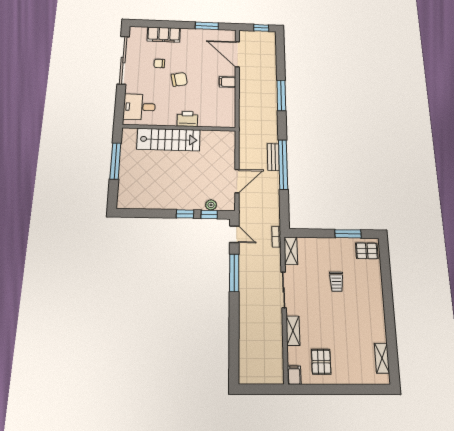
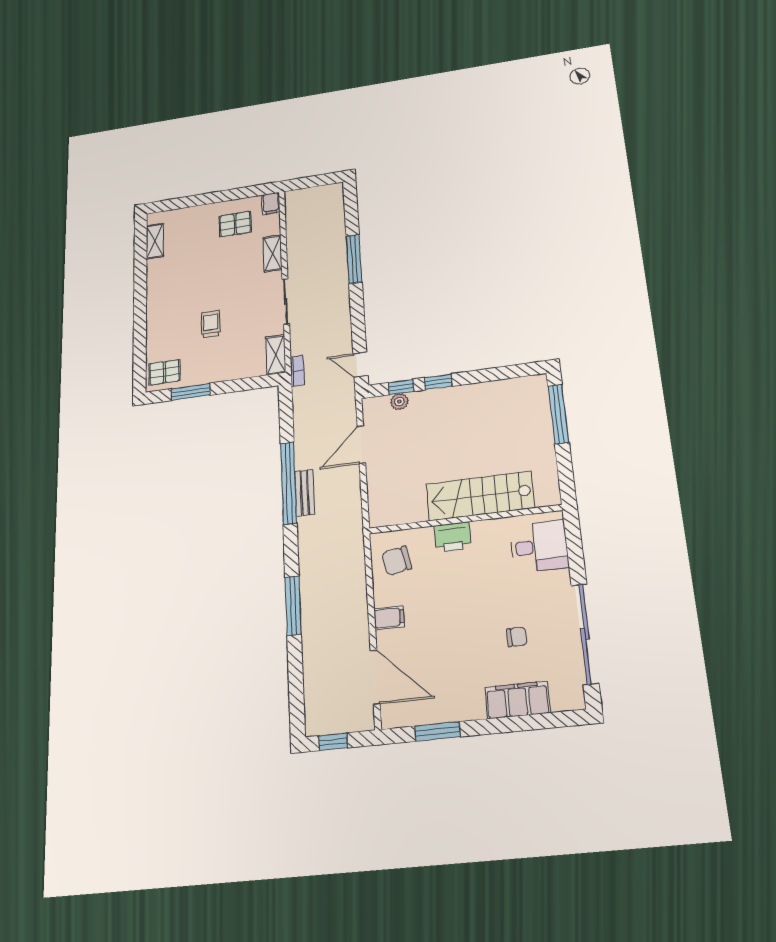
chair: (179, 79) -> (397, 561), moved
window: (115, 161) -> (558, 414), moved
window: (234, 273) -> (354, 259), moved
pallet: (321, 362) -> (235, 224), turned 90

